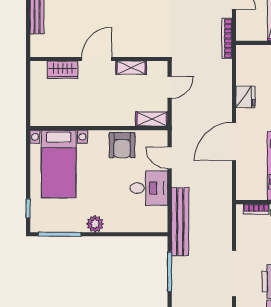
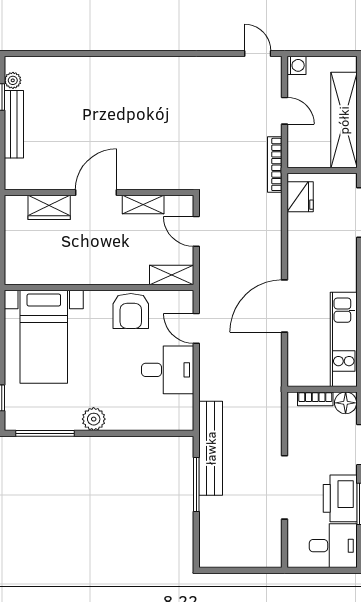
door: (170, 87) -> (196, 231), swing flipped
fridge: (245, 97) -> (300, 197), moved
bench: (180, 222) -> (211, 448), moved

